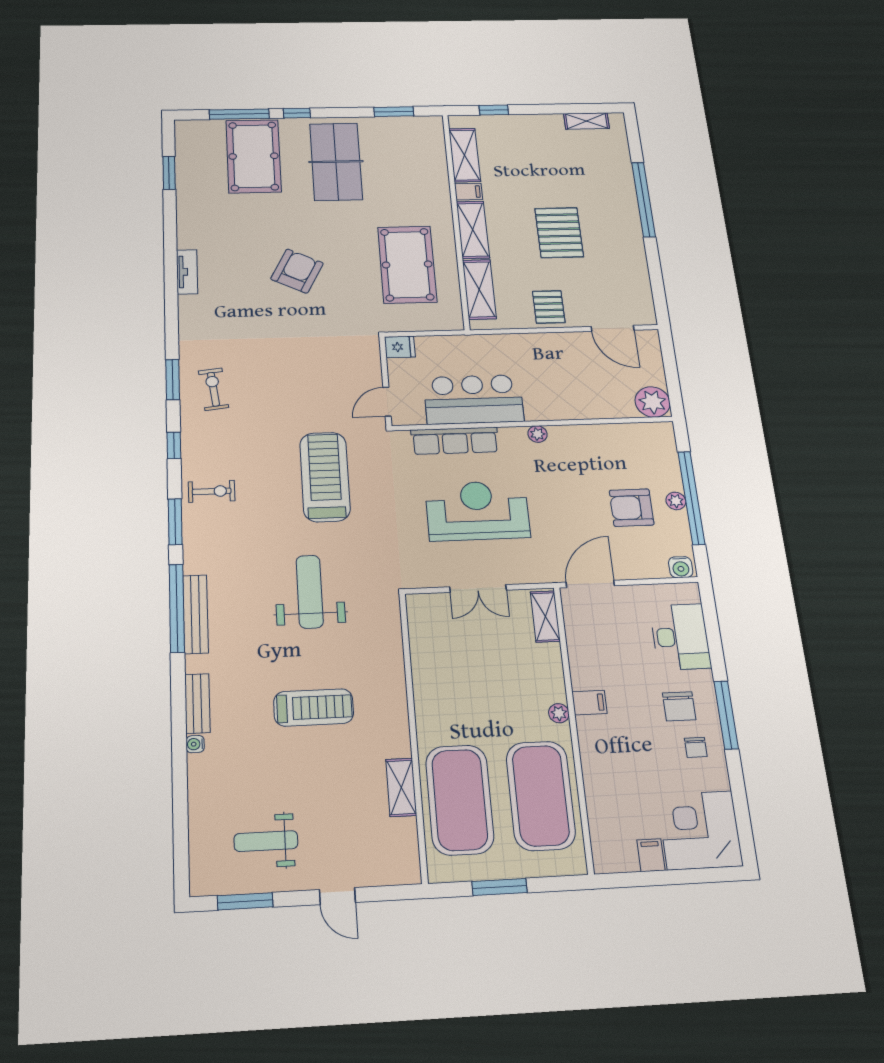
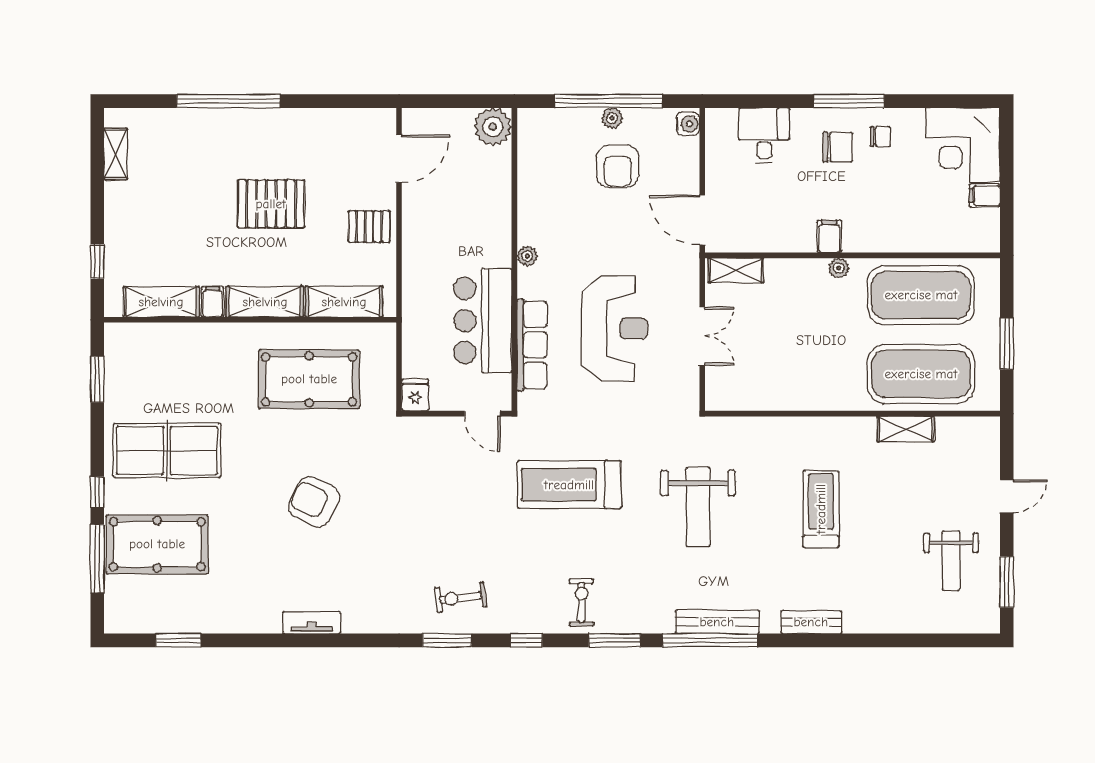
reception desk: (477, 511) -> (615, 329), turned 180
weight bench: (310, 592) -> (698, 507), turned -90
desk: (680, 637) -> (764, 135), width x0.73
water cooler: (195, 744) -> (852, 625), removed

